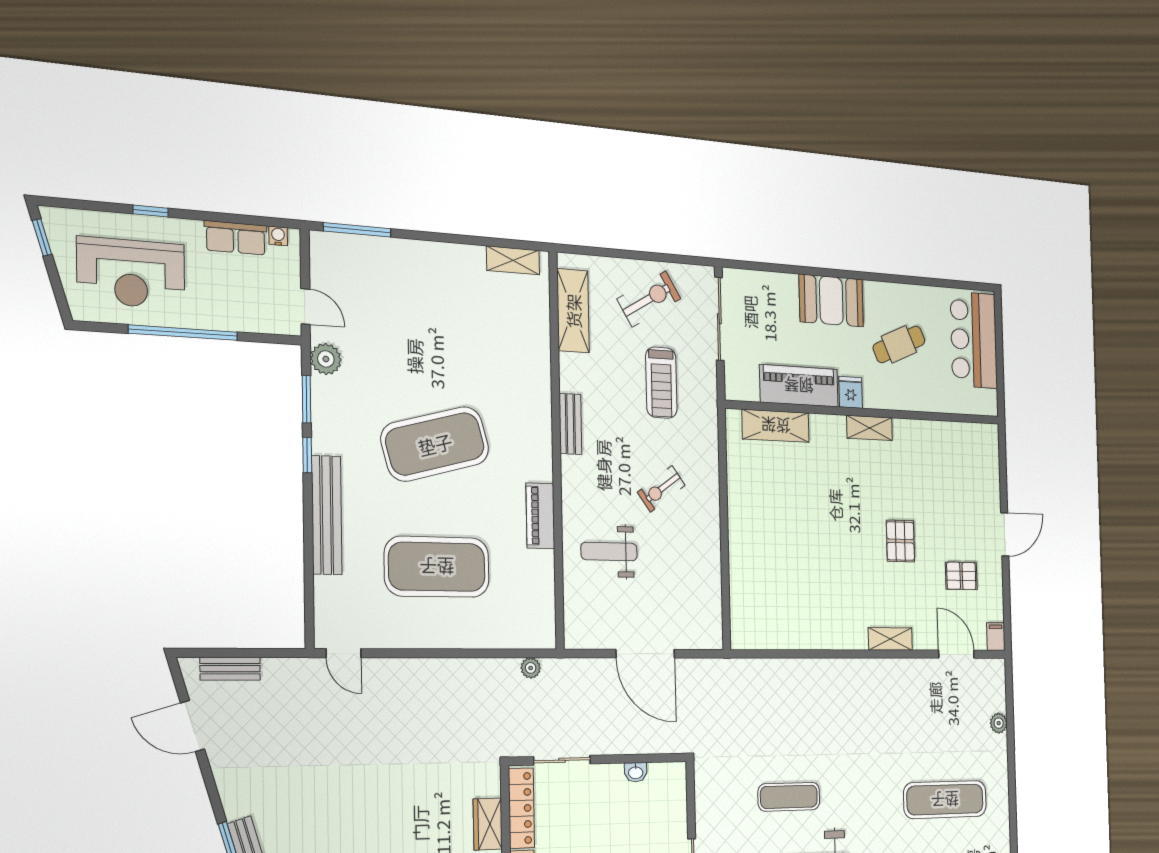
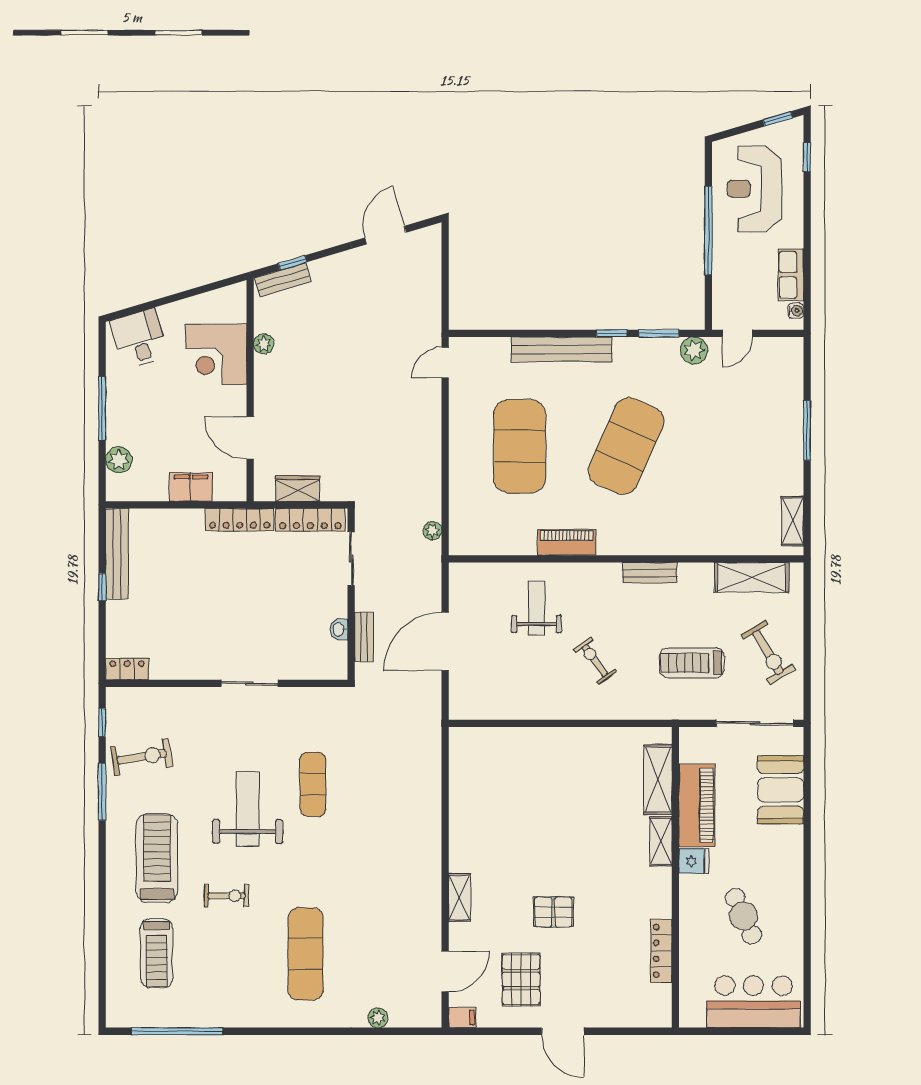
window: (151, 211) -> (807, 157), moved
window: (357, 230) -> (807, 430), moved
booth: (831, 300) -> (781, 790), moved
shelving: (869, 428) -> (661, 841), moved
locker: (932, 431) -> (661, 951), added
exercise mat: (435, 444) -> (626, 446), turned 39
pallet: (961, 576) -> (521, 980), width x1.50, depth x1.42
bench: (230, 669) -> (364, 637), moved

